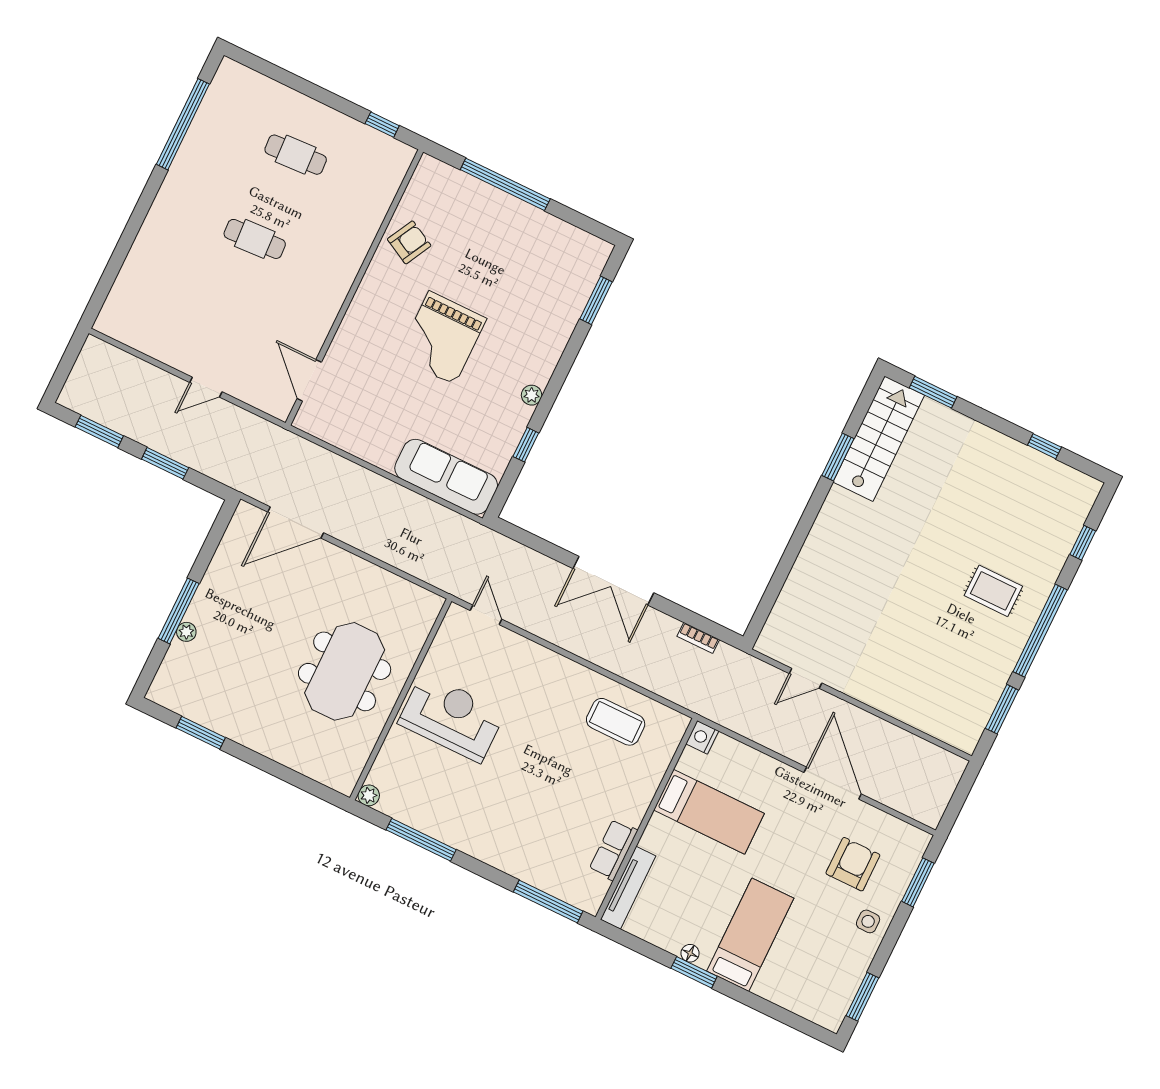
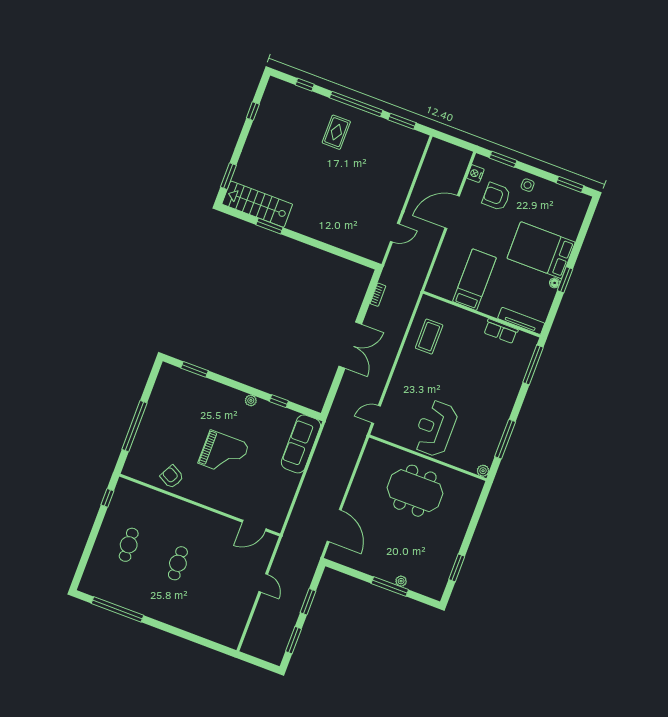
door: (806, 678) -> (395, 233), hinge flipped
nightstand: (702, 737) -> (475, 174), moved, turned 90
bed: (750, 935) -> (541, 250), width x1.50

